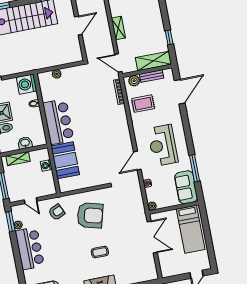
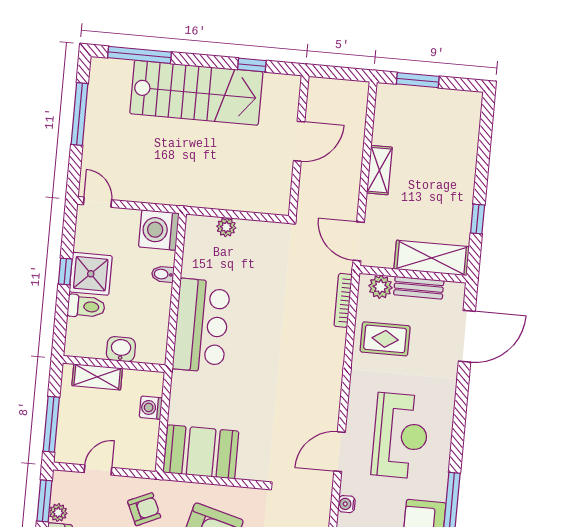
reception desk: (163, 145) -> (400, 436), turned 180
booth: (65, 160) -> (201, 452), moved, turned 90
door: (31, 201) -> (98, 470), swing flipped

